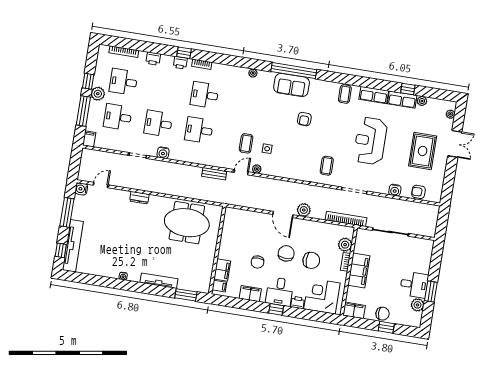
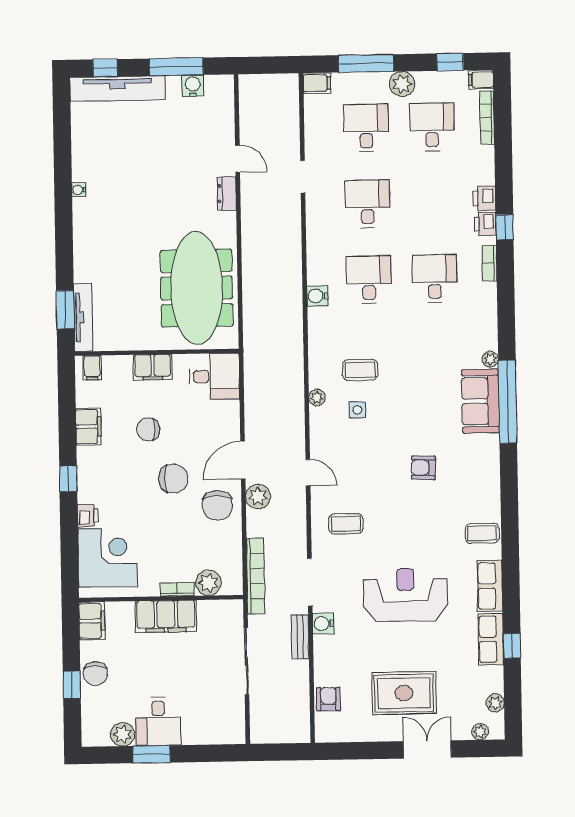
filing cabinet: (103, 51) -> (481, 80), added
printer: (153, 59) -> (484, 198), moved
window: (294, 71) -> (508, 402), moved
window: (88, 81) -> (450, 62), moved
sofa: (292, 85) -> (481, 401), moved
plant: (422, 101) -> (495, 703), moved
double door: (455, 144) -> (427, 749), swing flipped
water cooler: (163, 153) -> (317, 296), moved
door: (241, 172) -> (308, 472), moved
bench: (214, 174) -> (300, 637), moved
door: (101, 185) -> (238, 159), moved
water cooler: (81, 189) -> (193, 86), moved
water cooler: (395, 190) -> (323, 624), moved
meeting table: (187, 223) -> (197, 288), width x1.36
chair: (311, 260) -> (217, 505), moved
filing cabinet: (222, 270) -> (153, 367), moved
tv unit: (159, 281) -> (83, 317), moved
desk: (280, 292) -> (214, 376), moved, turned 180

